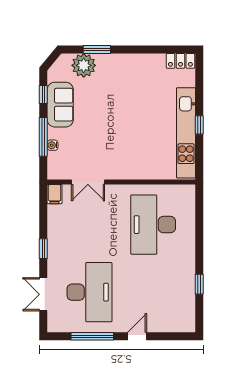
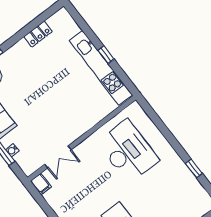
locker: (180, 61) -> (38, 34), moved
desk: (153, 225) -> (128, 151), turned 180

